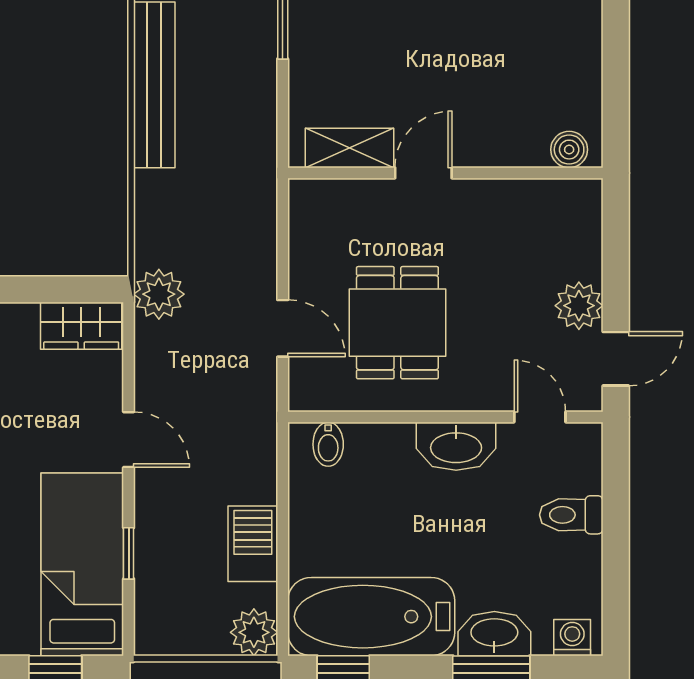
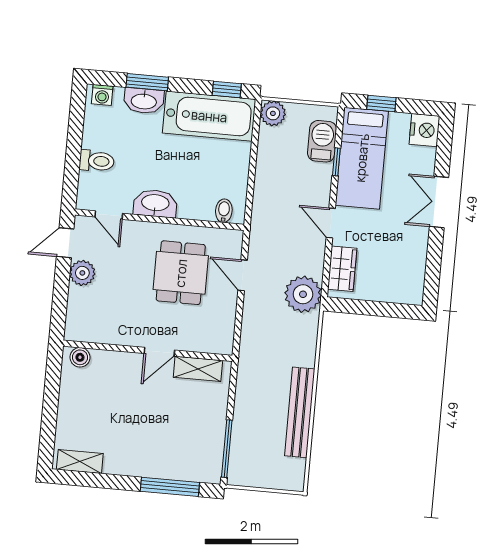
plant: (159, 294) -> (303, 294), width x1.36, depth x1.36
wardrobe: (81, 326) -> (342, 269), moved, turned 90
barbecue: (253, 544) -> (322, 141), moved, turned 180

